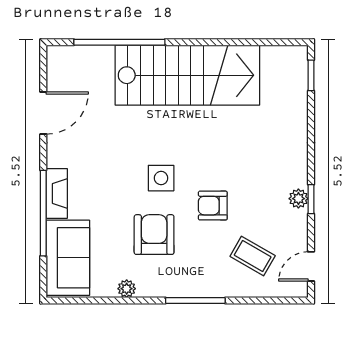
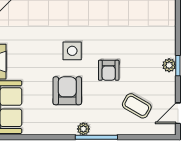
armchair: (213, 206) -> (109, 70), turned -90
plant: (127, 289) -> (83, 129), moved

